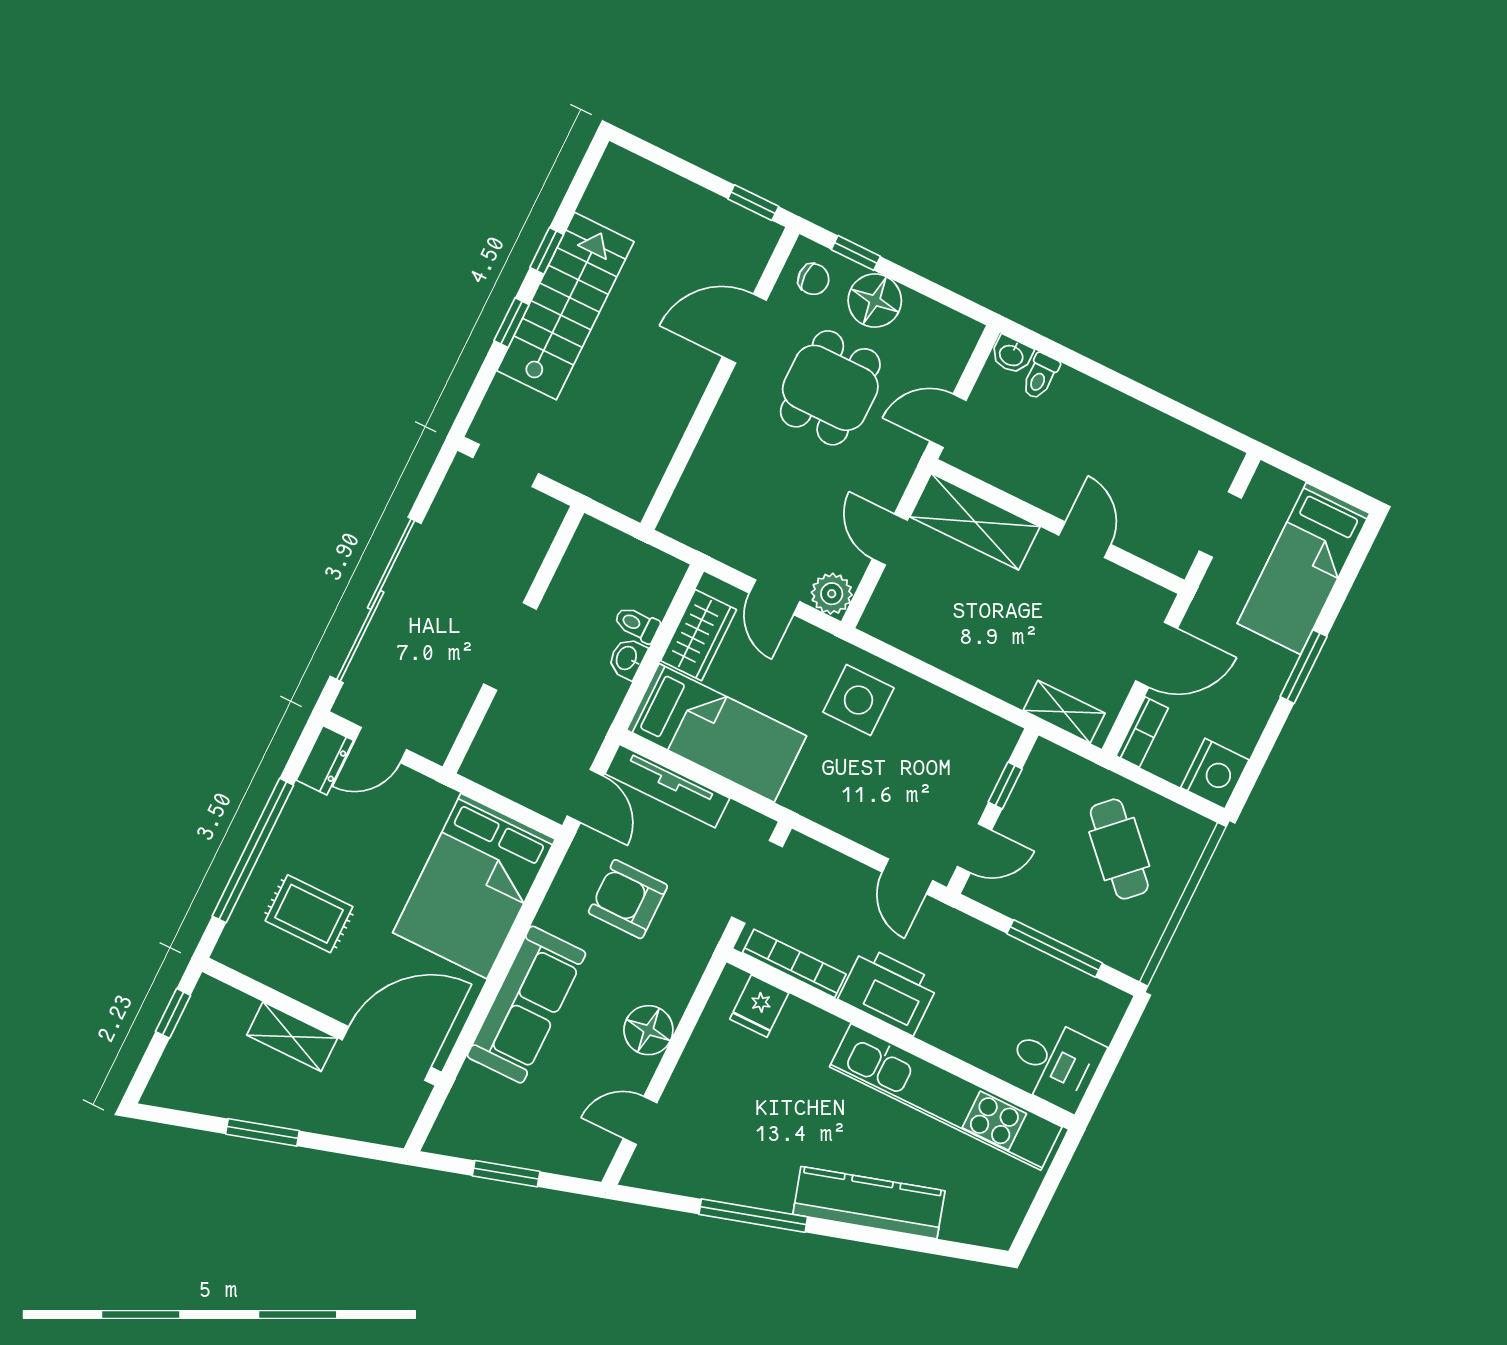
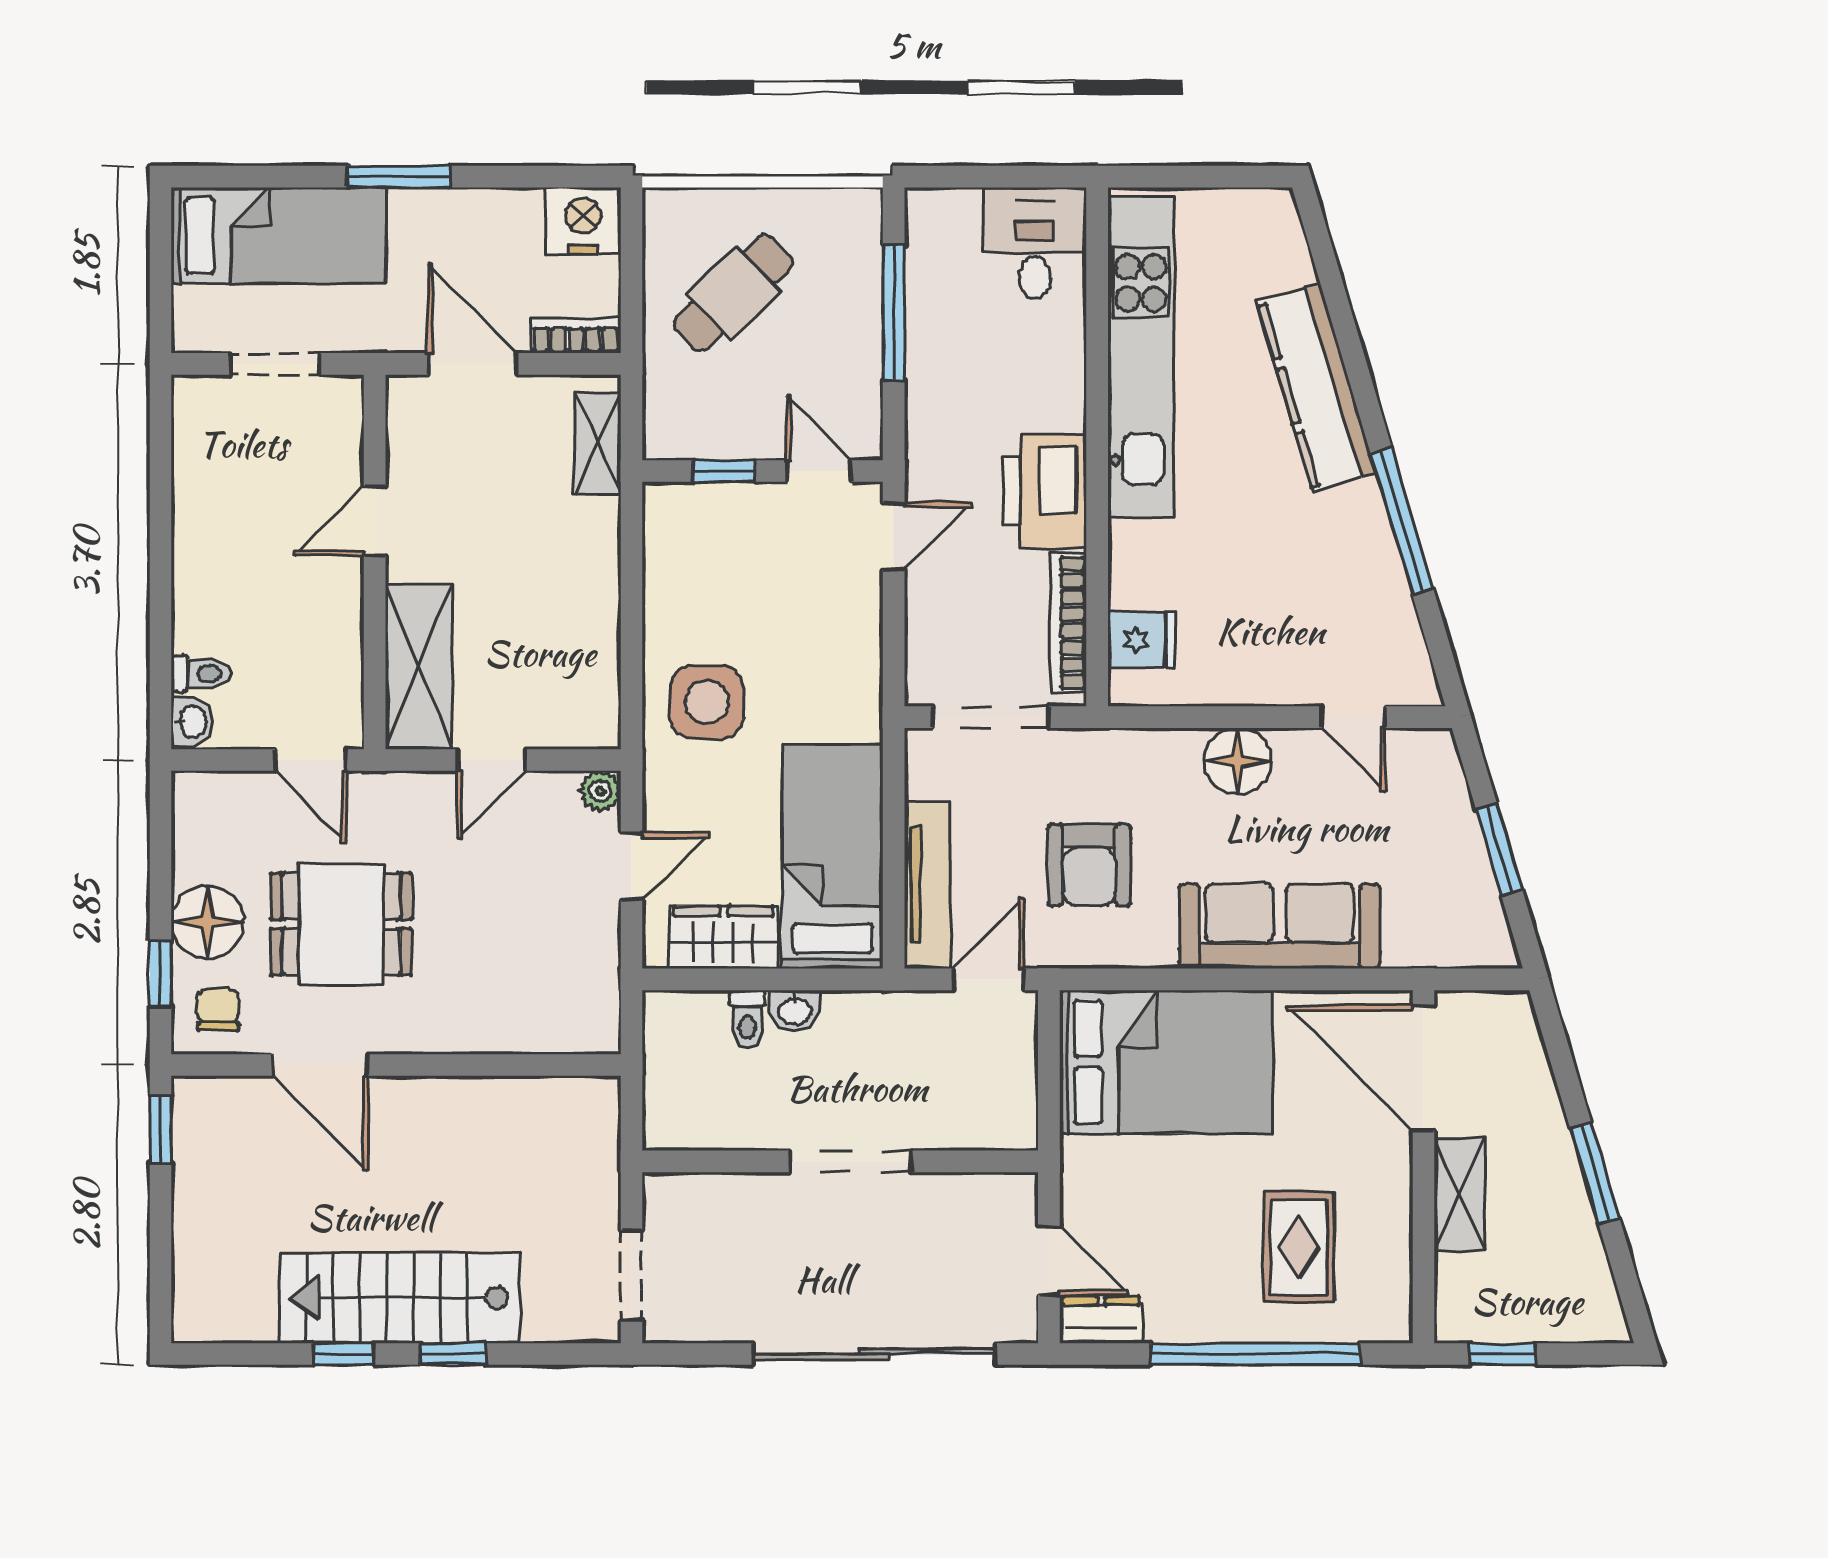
plant: (832, 594) -> (600, 791), width x0.73, depth x0.73

